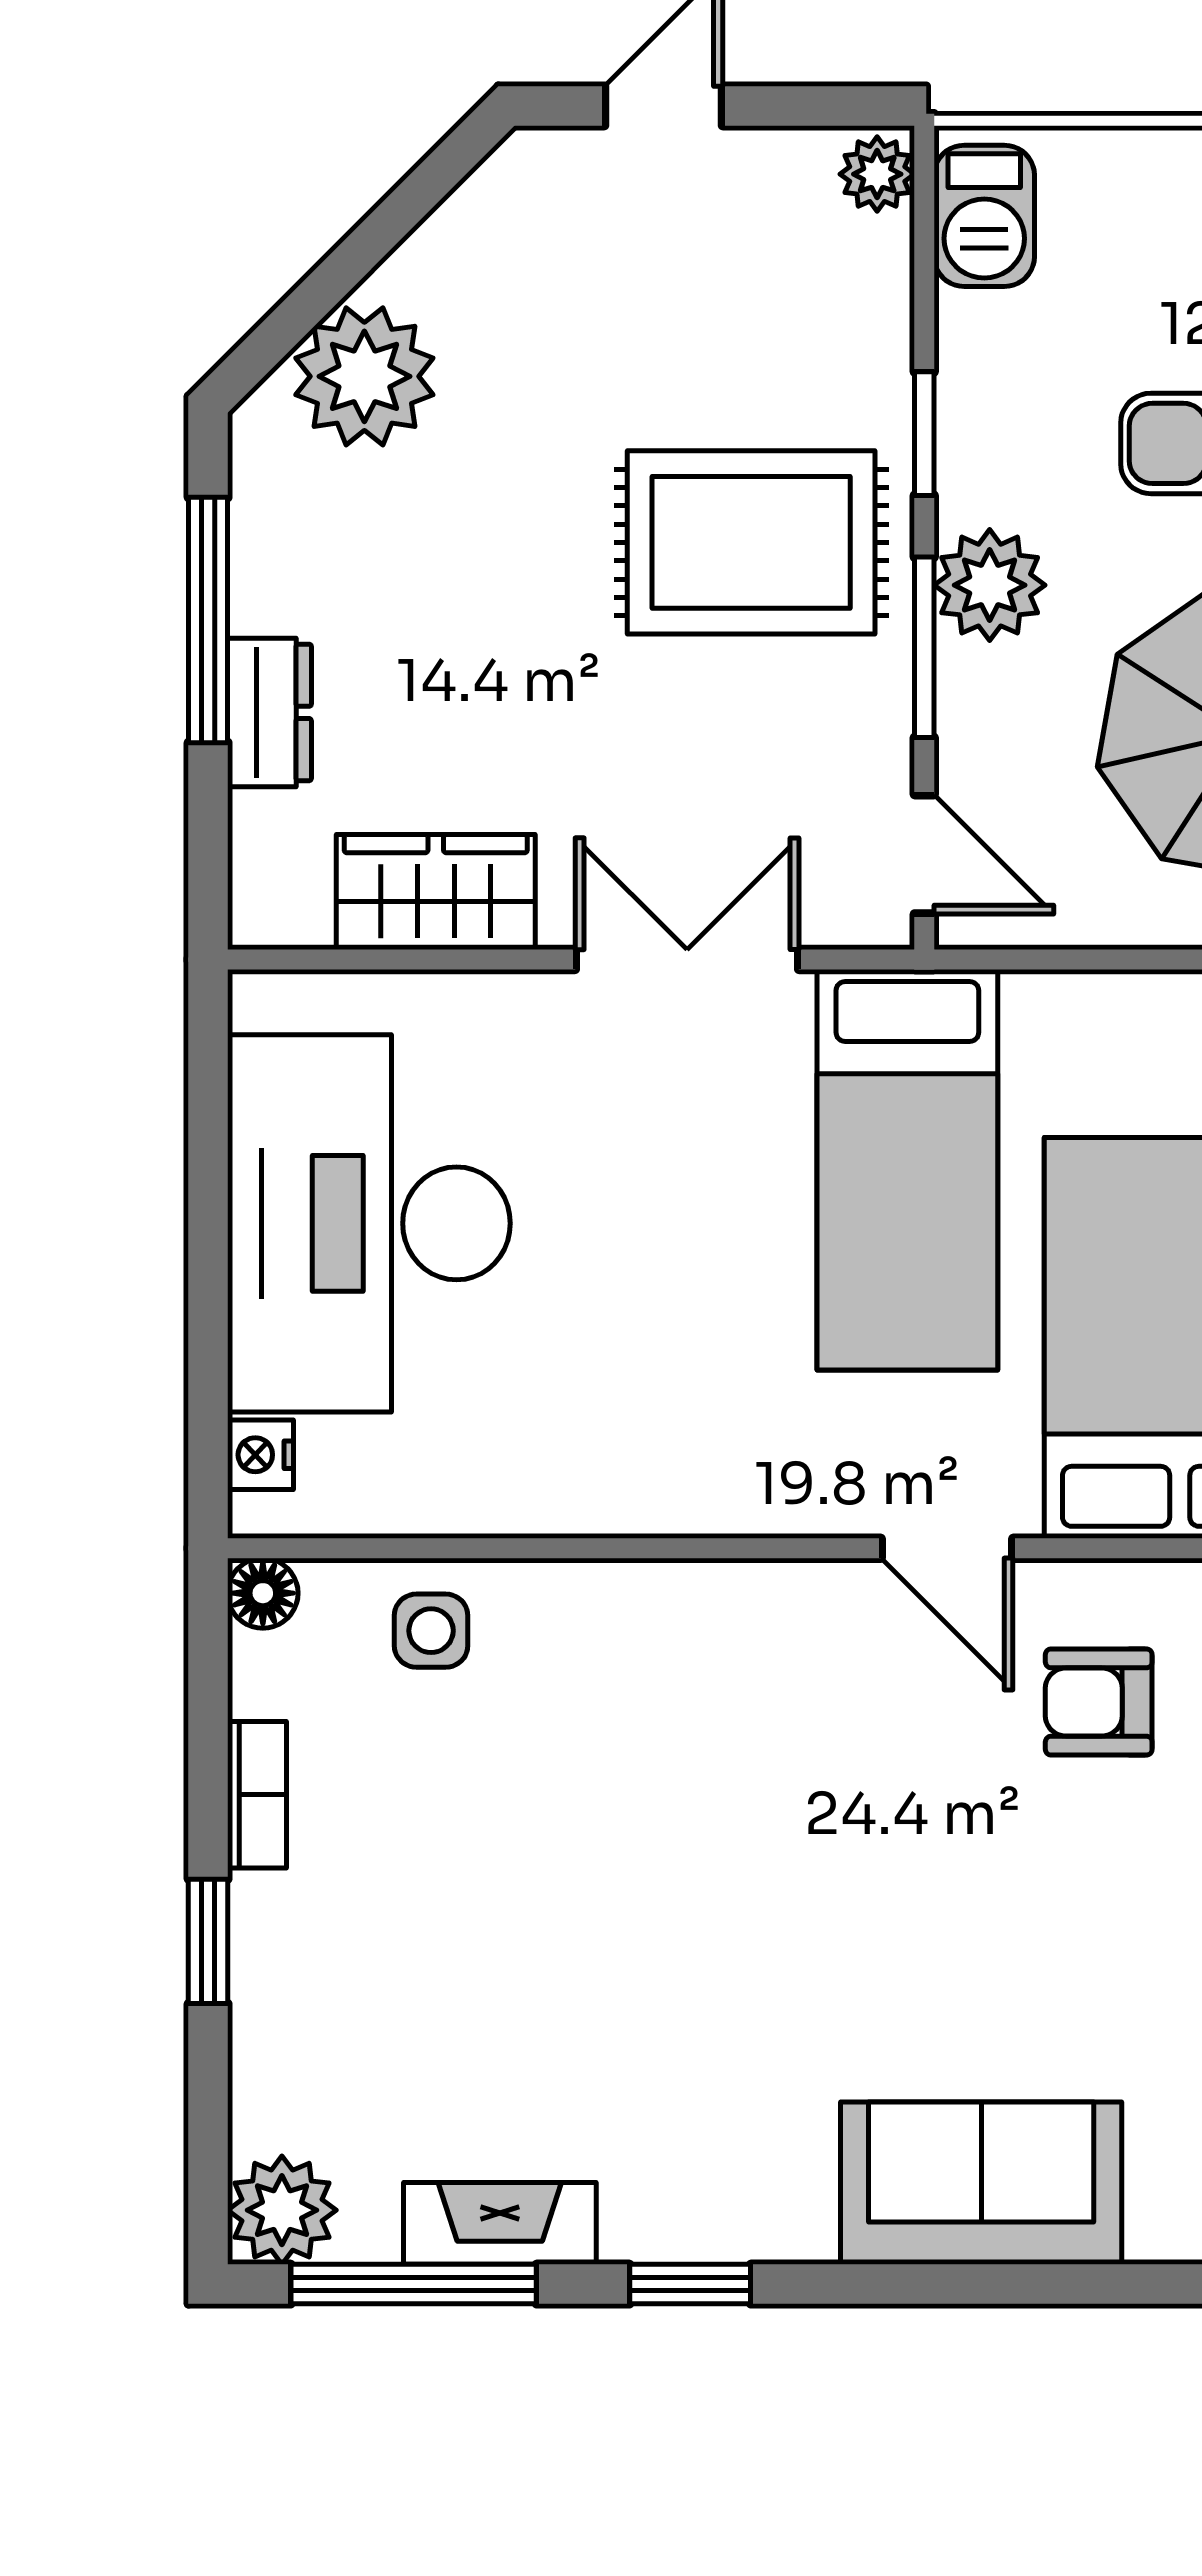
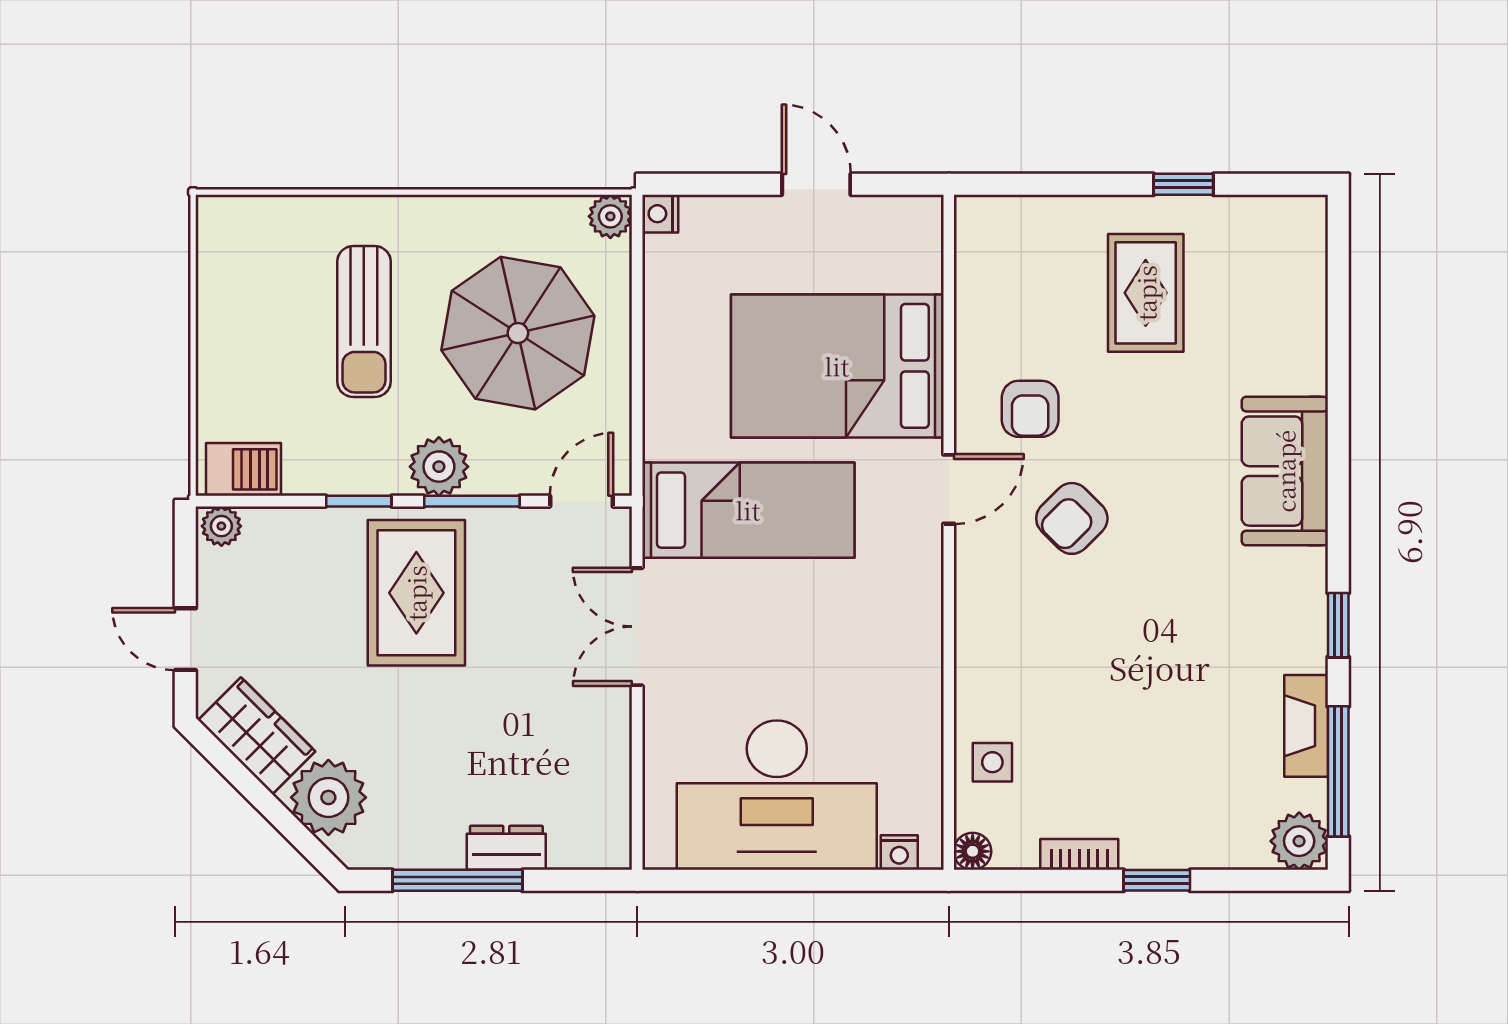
wardrobe: (436, 892) -> (257, 736), moved, turned 135
armchair: (892, 1781) -> (1072, 518), added

